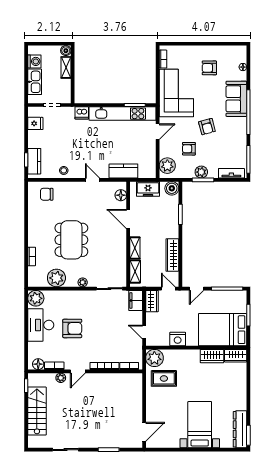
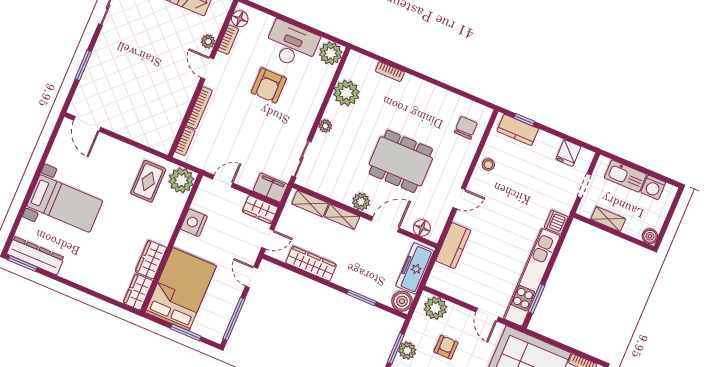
shelving: (66, 67) -> (608, 219), moved
freezer: (148, 189) -> (415, 268), width x1.40
dining table: (71, 240) -> (401, 161), moved
plant: (120, 240) -> (361, 202), added

